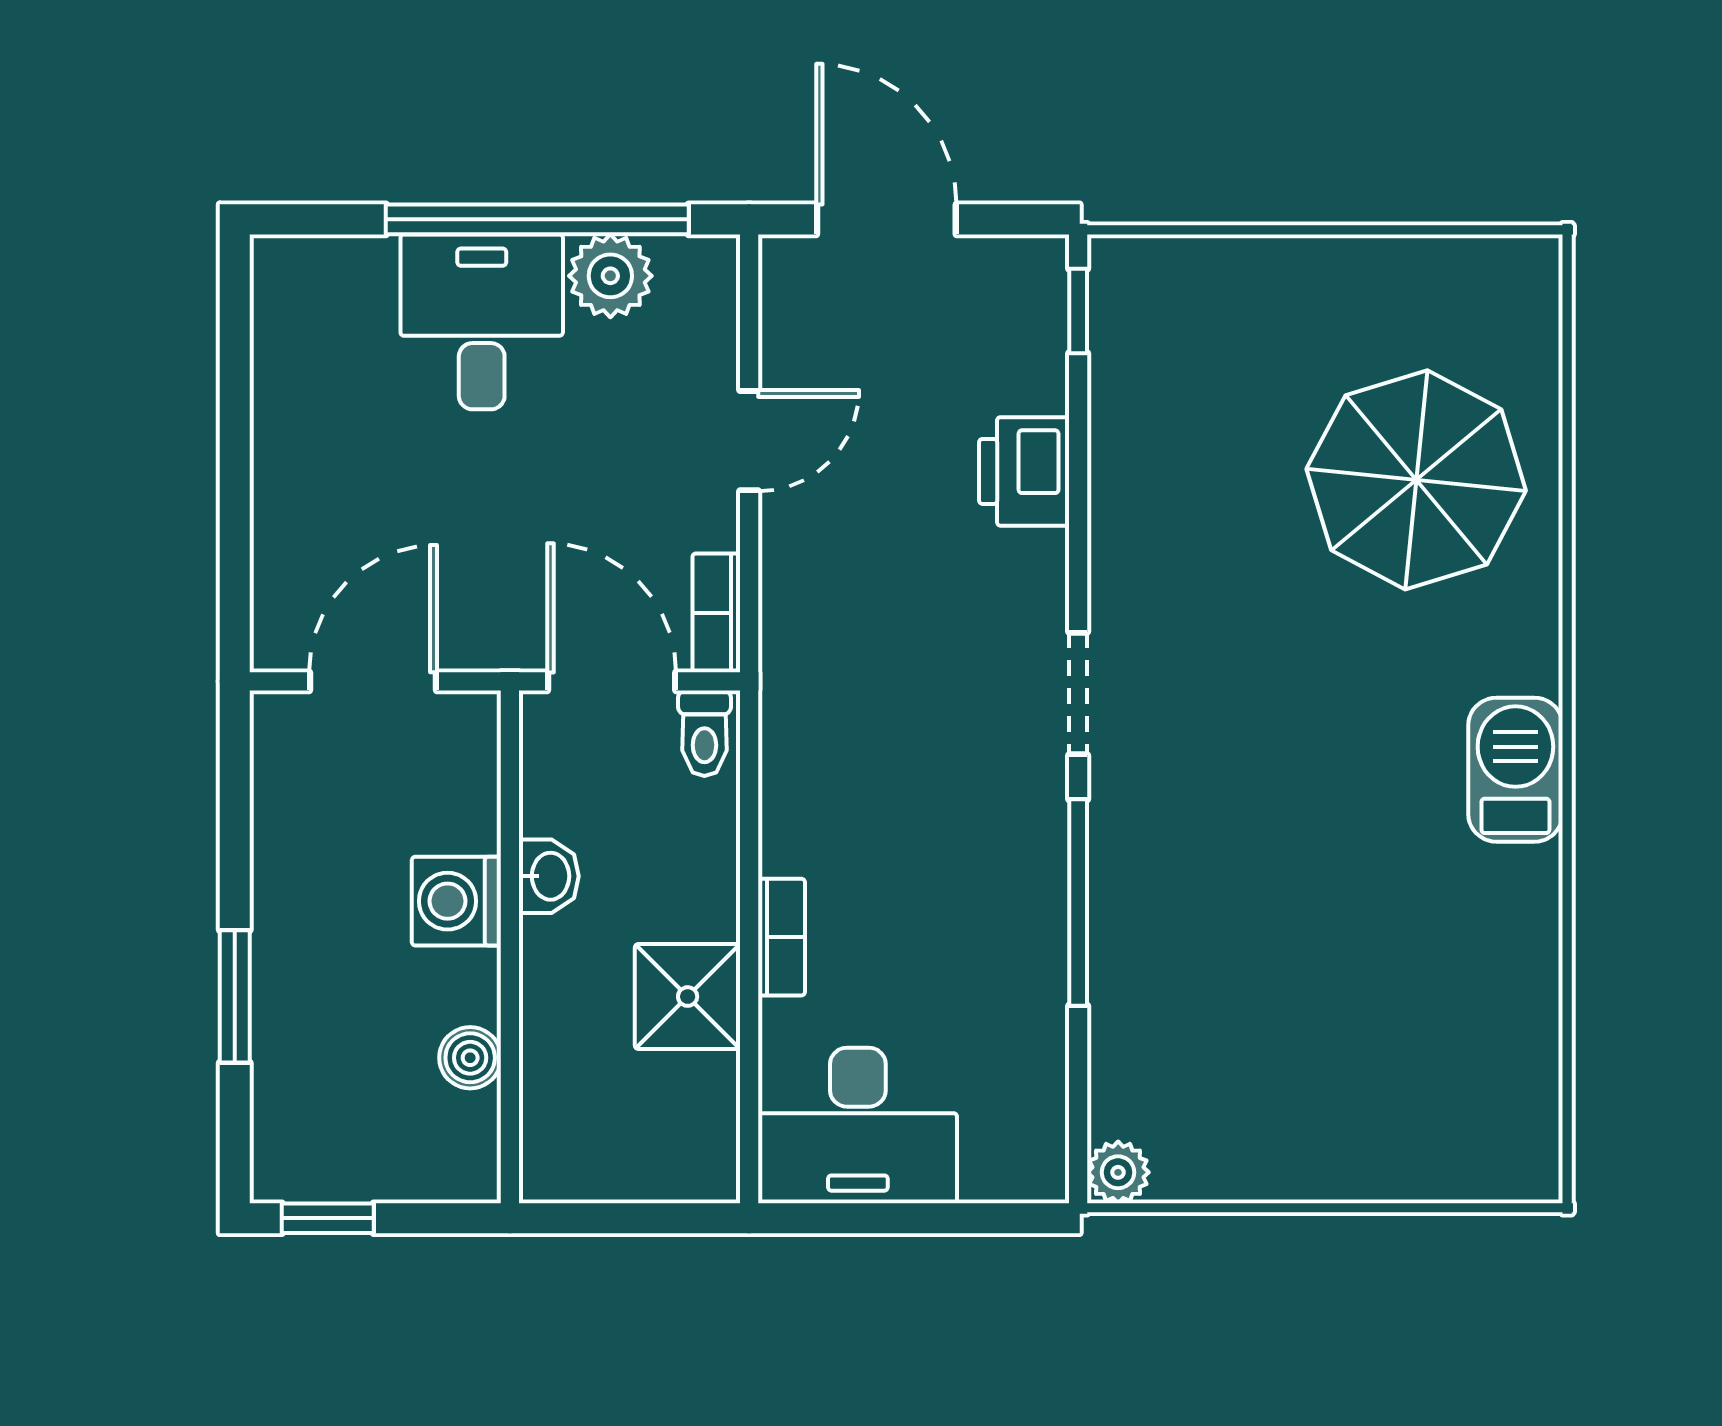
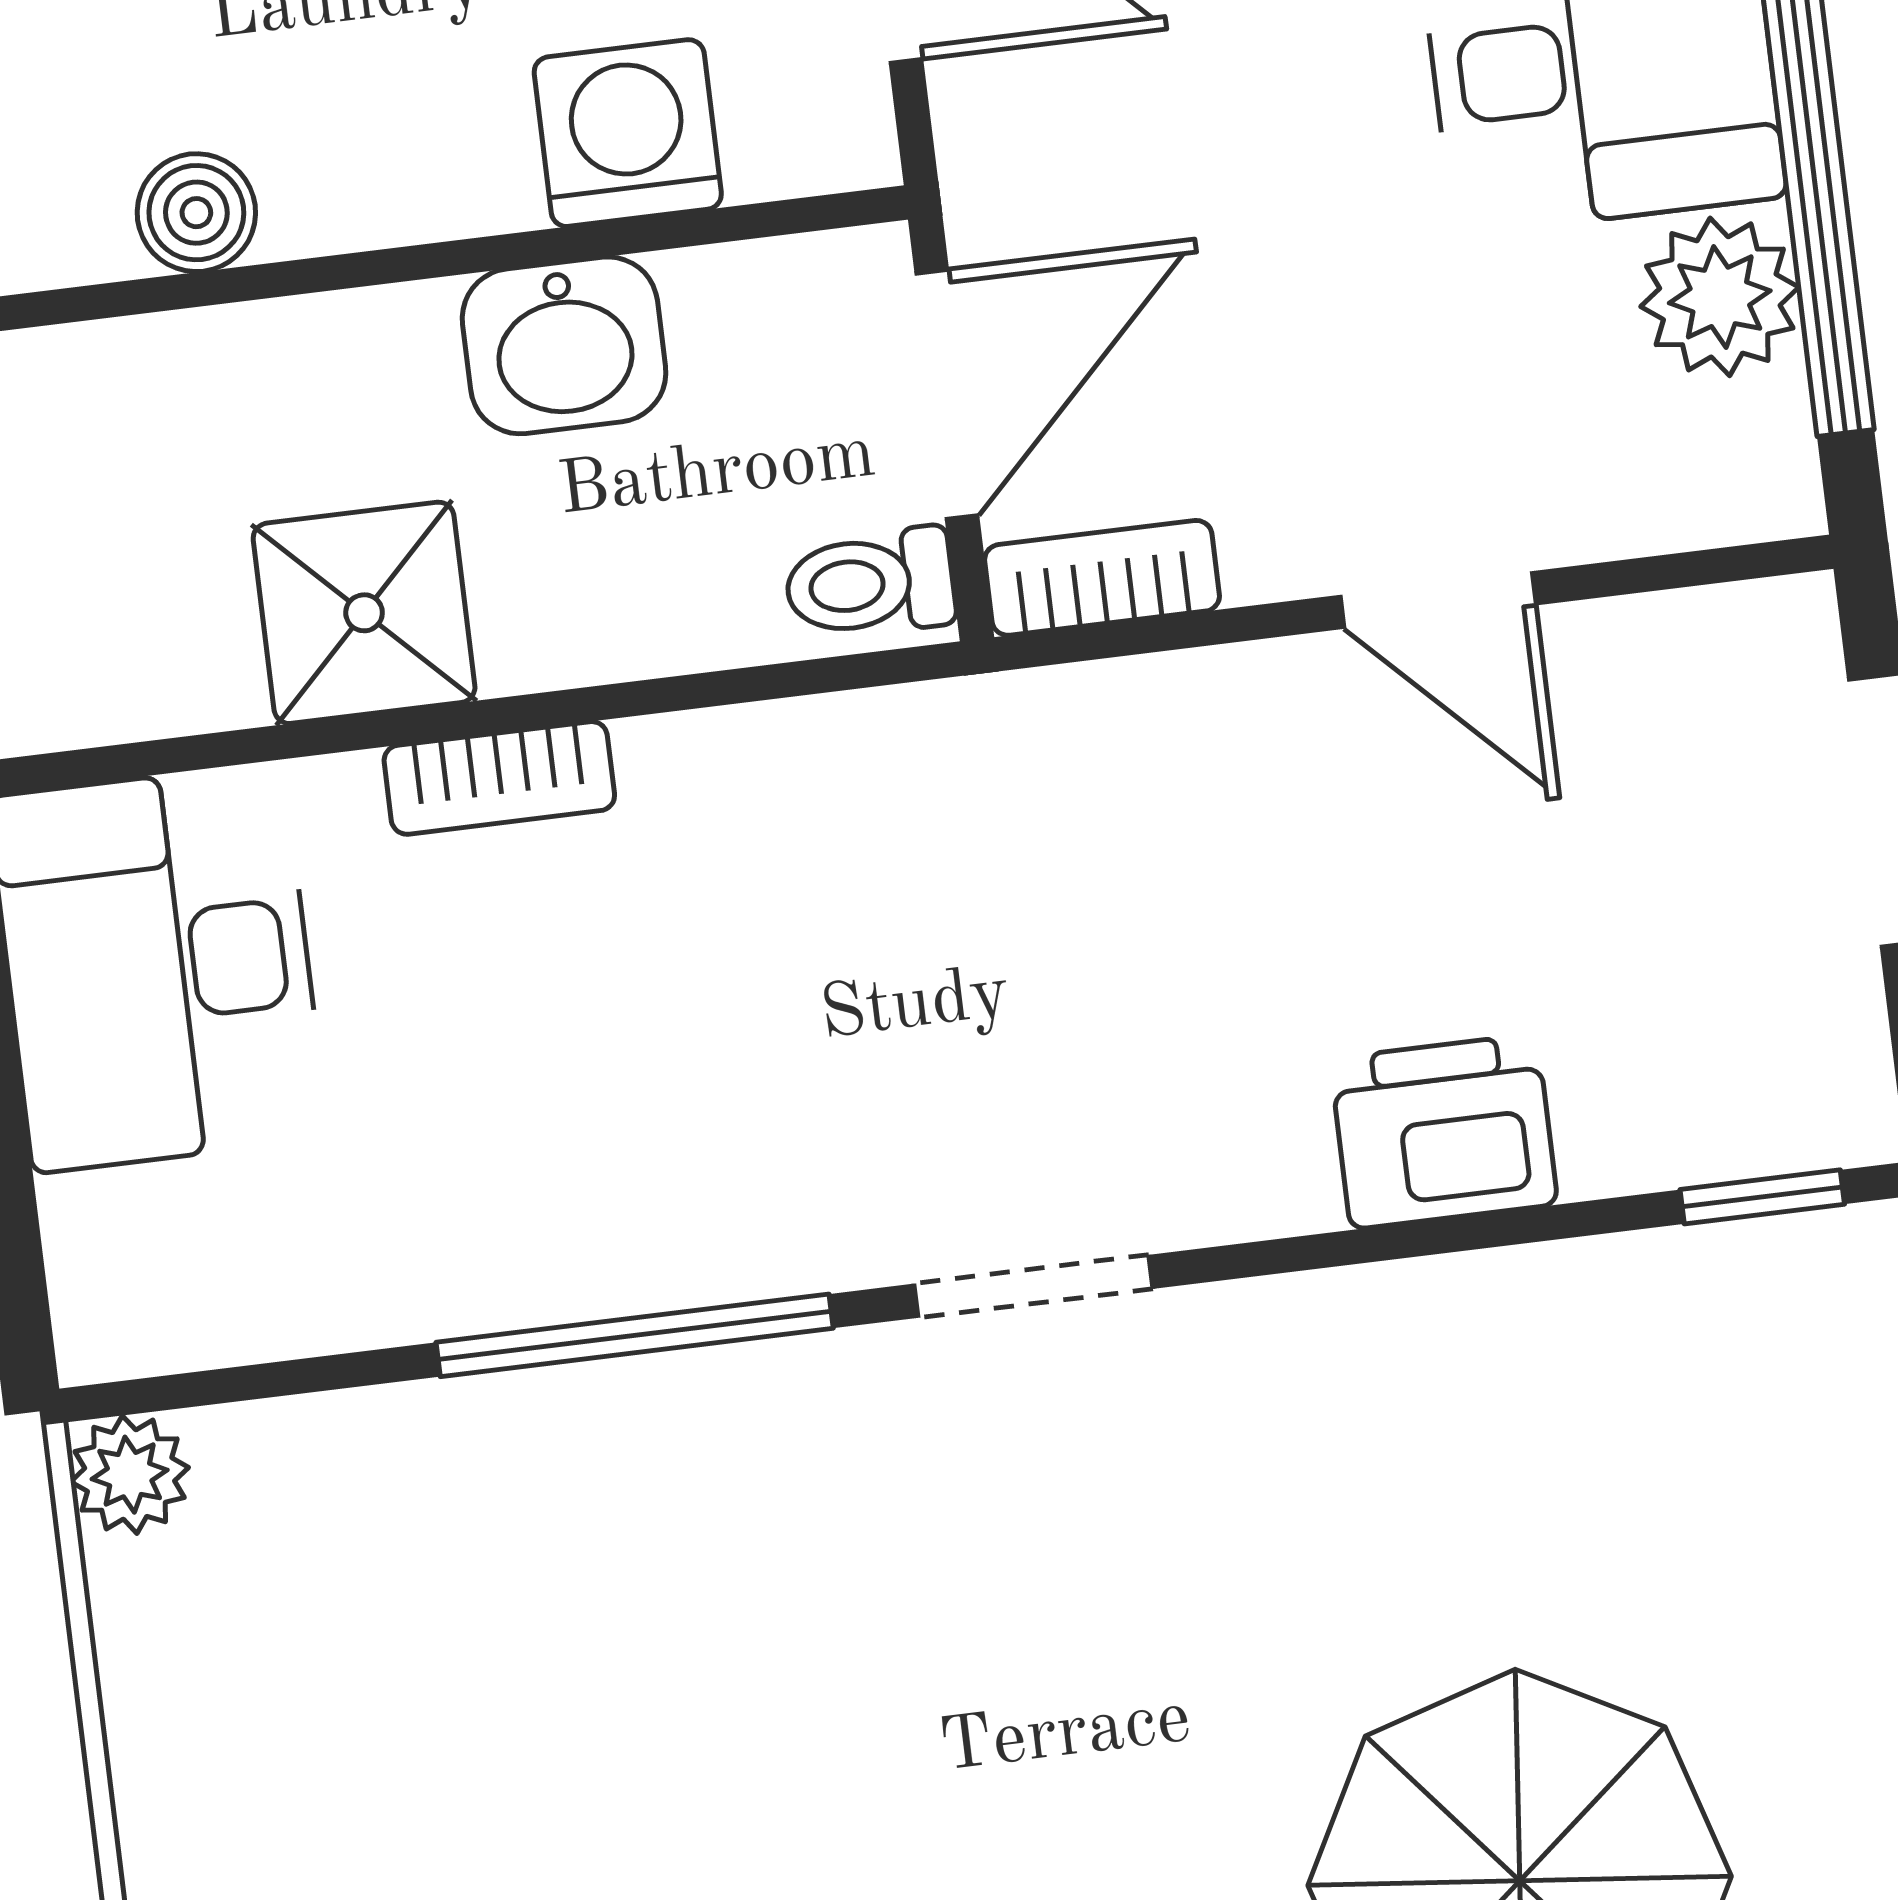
washbasin: (549, 876) -> (564, 345), width x1.38, depth x1.45
washing machine: (456, 901) -> (628, 133), moved

